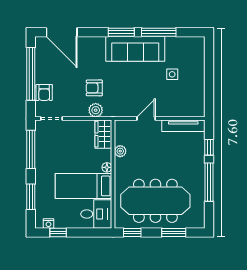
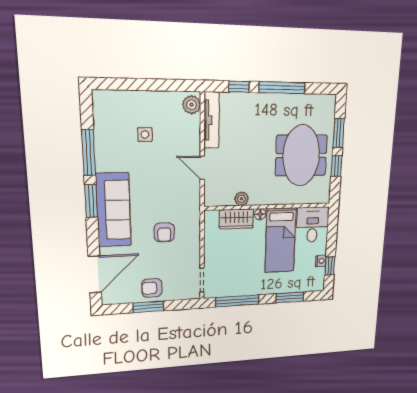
sofa: (135, 49) -> (114, 210), moved
window: (31, 74) -> (148, 307), width x0.47
armchair: (44, 92) -> (152, 288), moved, turned 180
plant: (96, 110) -> (192, 105), moved
wardrobe: (103, 134) -> (237, 219), moved
meeting table: (155, 201) -> (301, 155), width x0.73
nightstand: (49, 223) -> (321, 261), moved
window: (132, 232) -> (336, 166), moved

